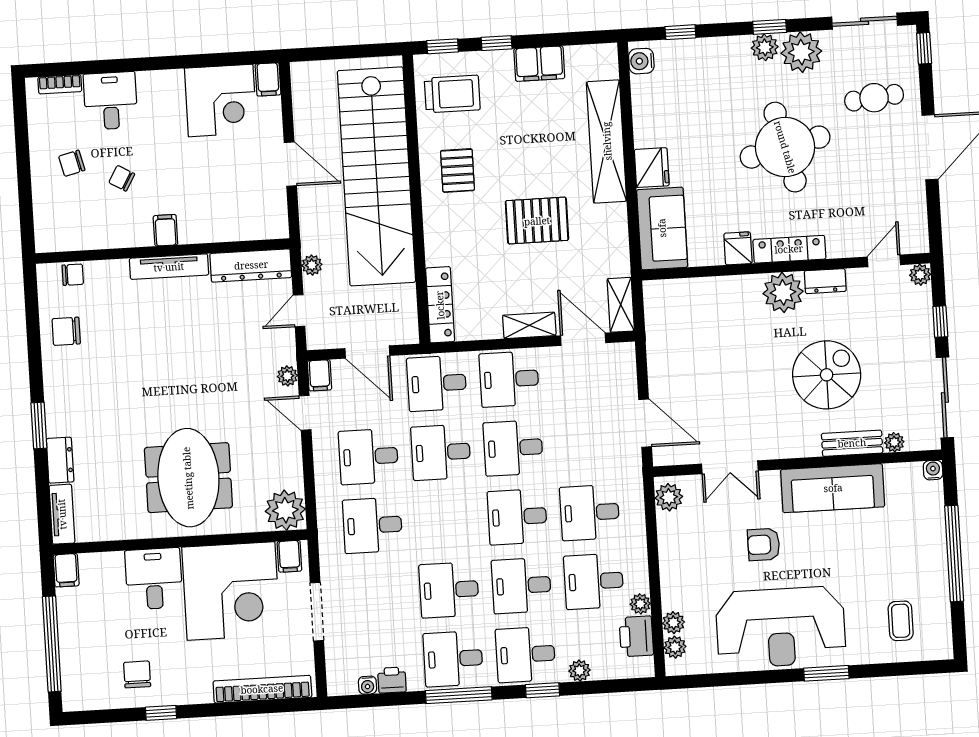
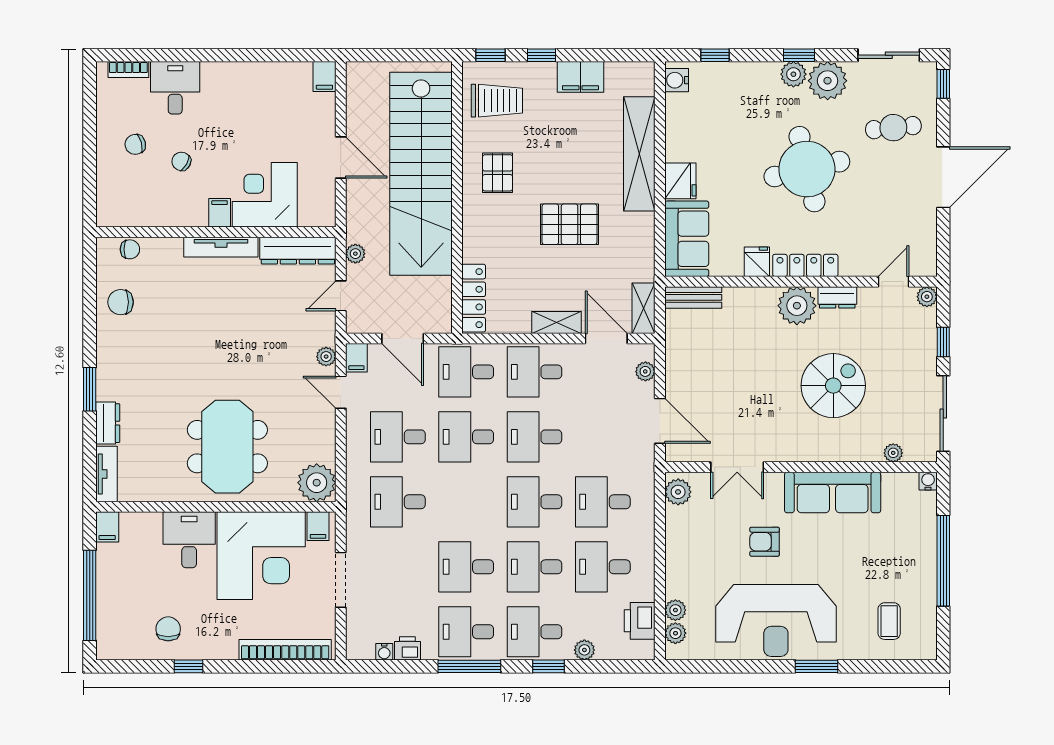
corner desk: (221, 100) -> (265, 195), moved, turned 180
bench: (852, 443) -> (693, 297), moved
plant: (640, 604) -> (645, 371), moved

